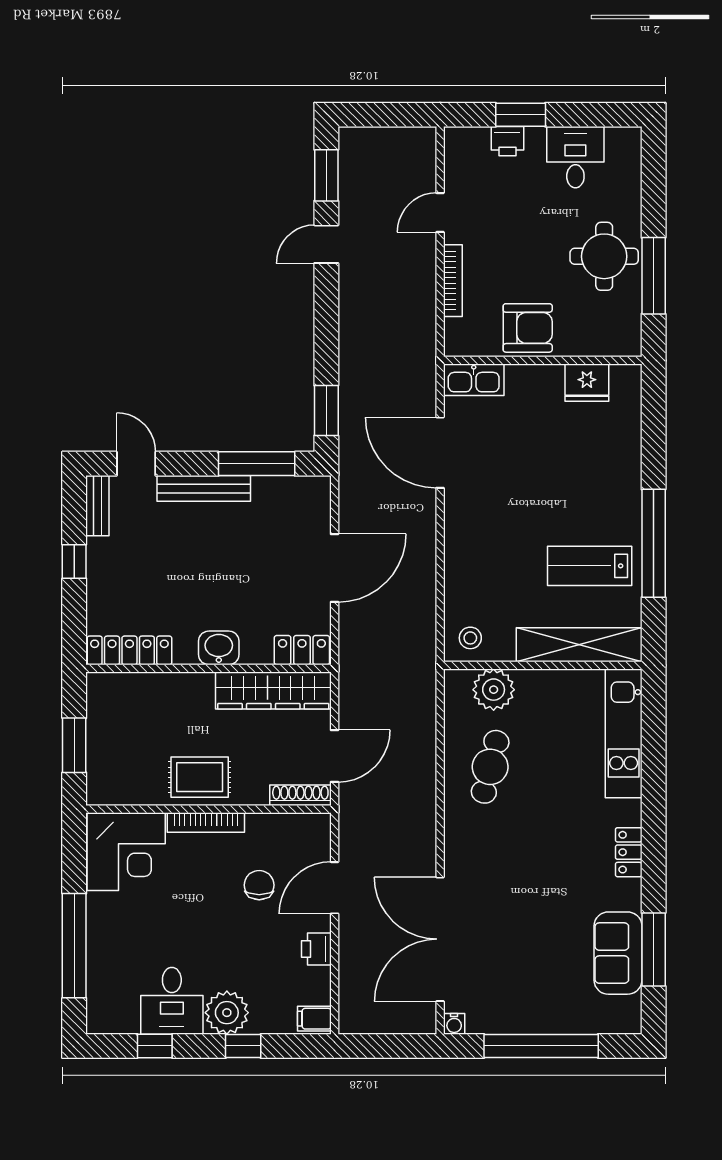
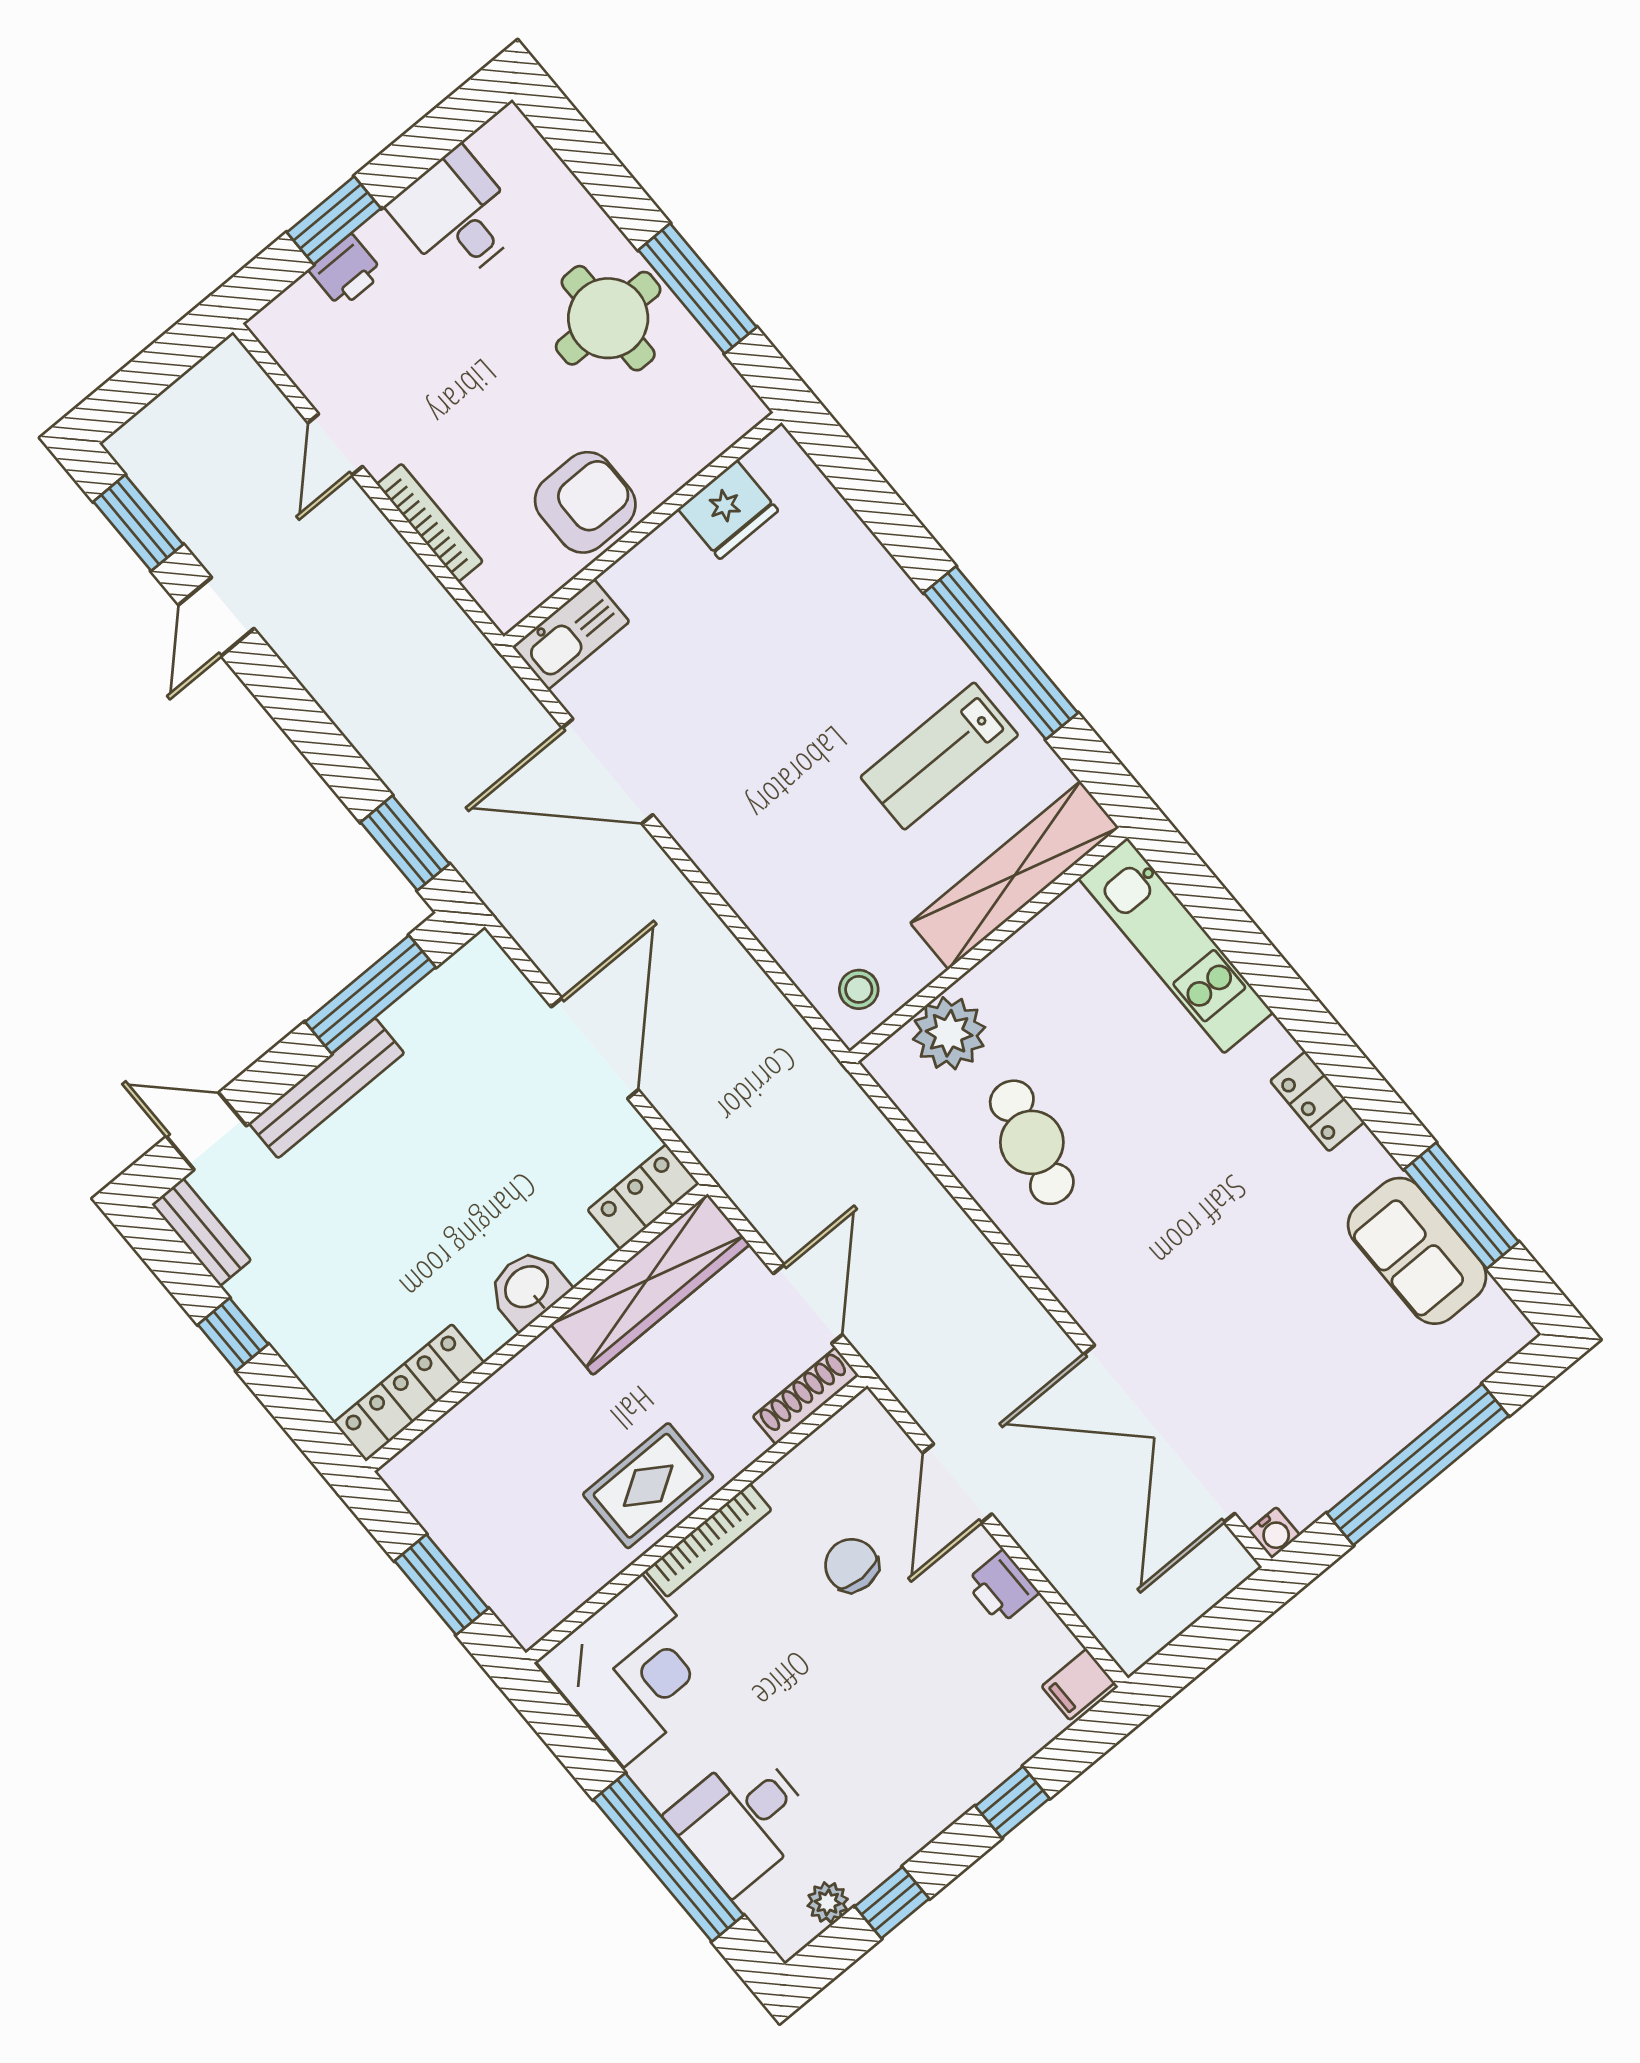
desk: (172, 1001) -> (742, 1820), moved, turned 90
plant: (227, 1013) -> (828, 1902), moved, width x0.53, depth x0.53

